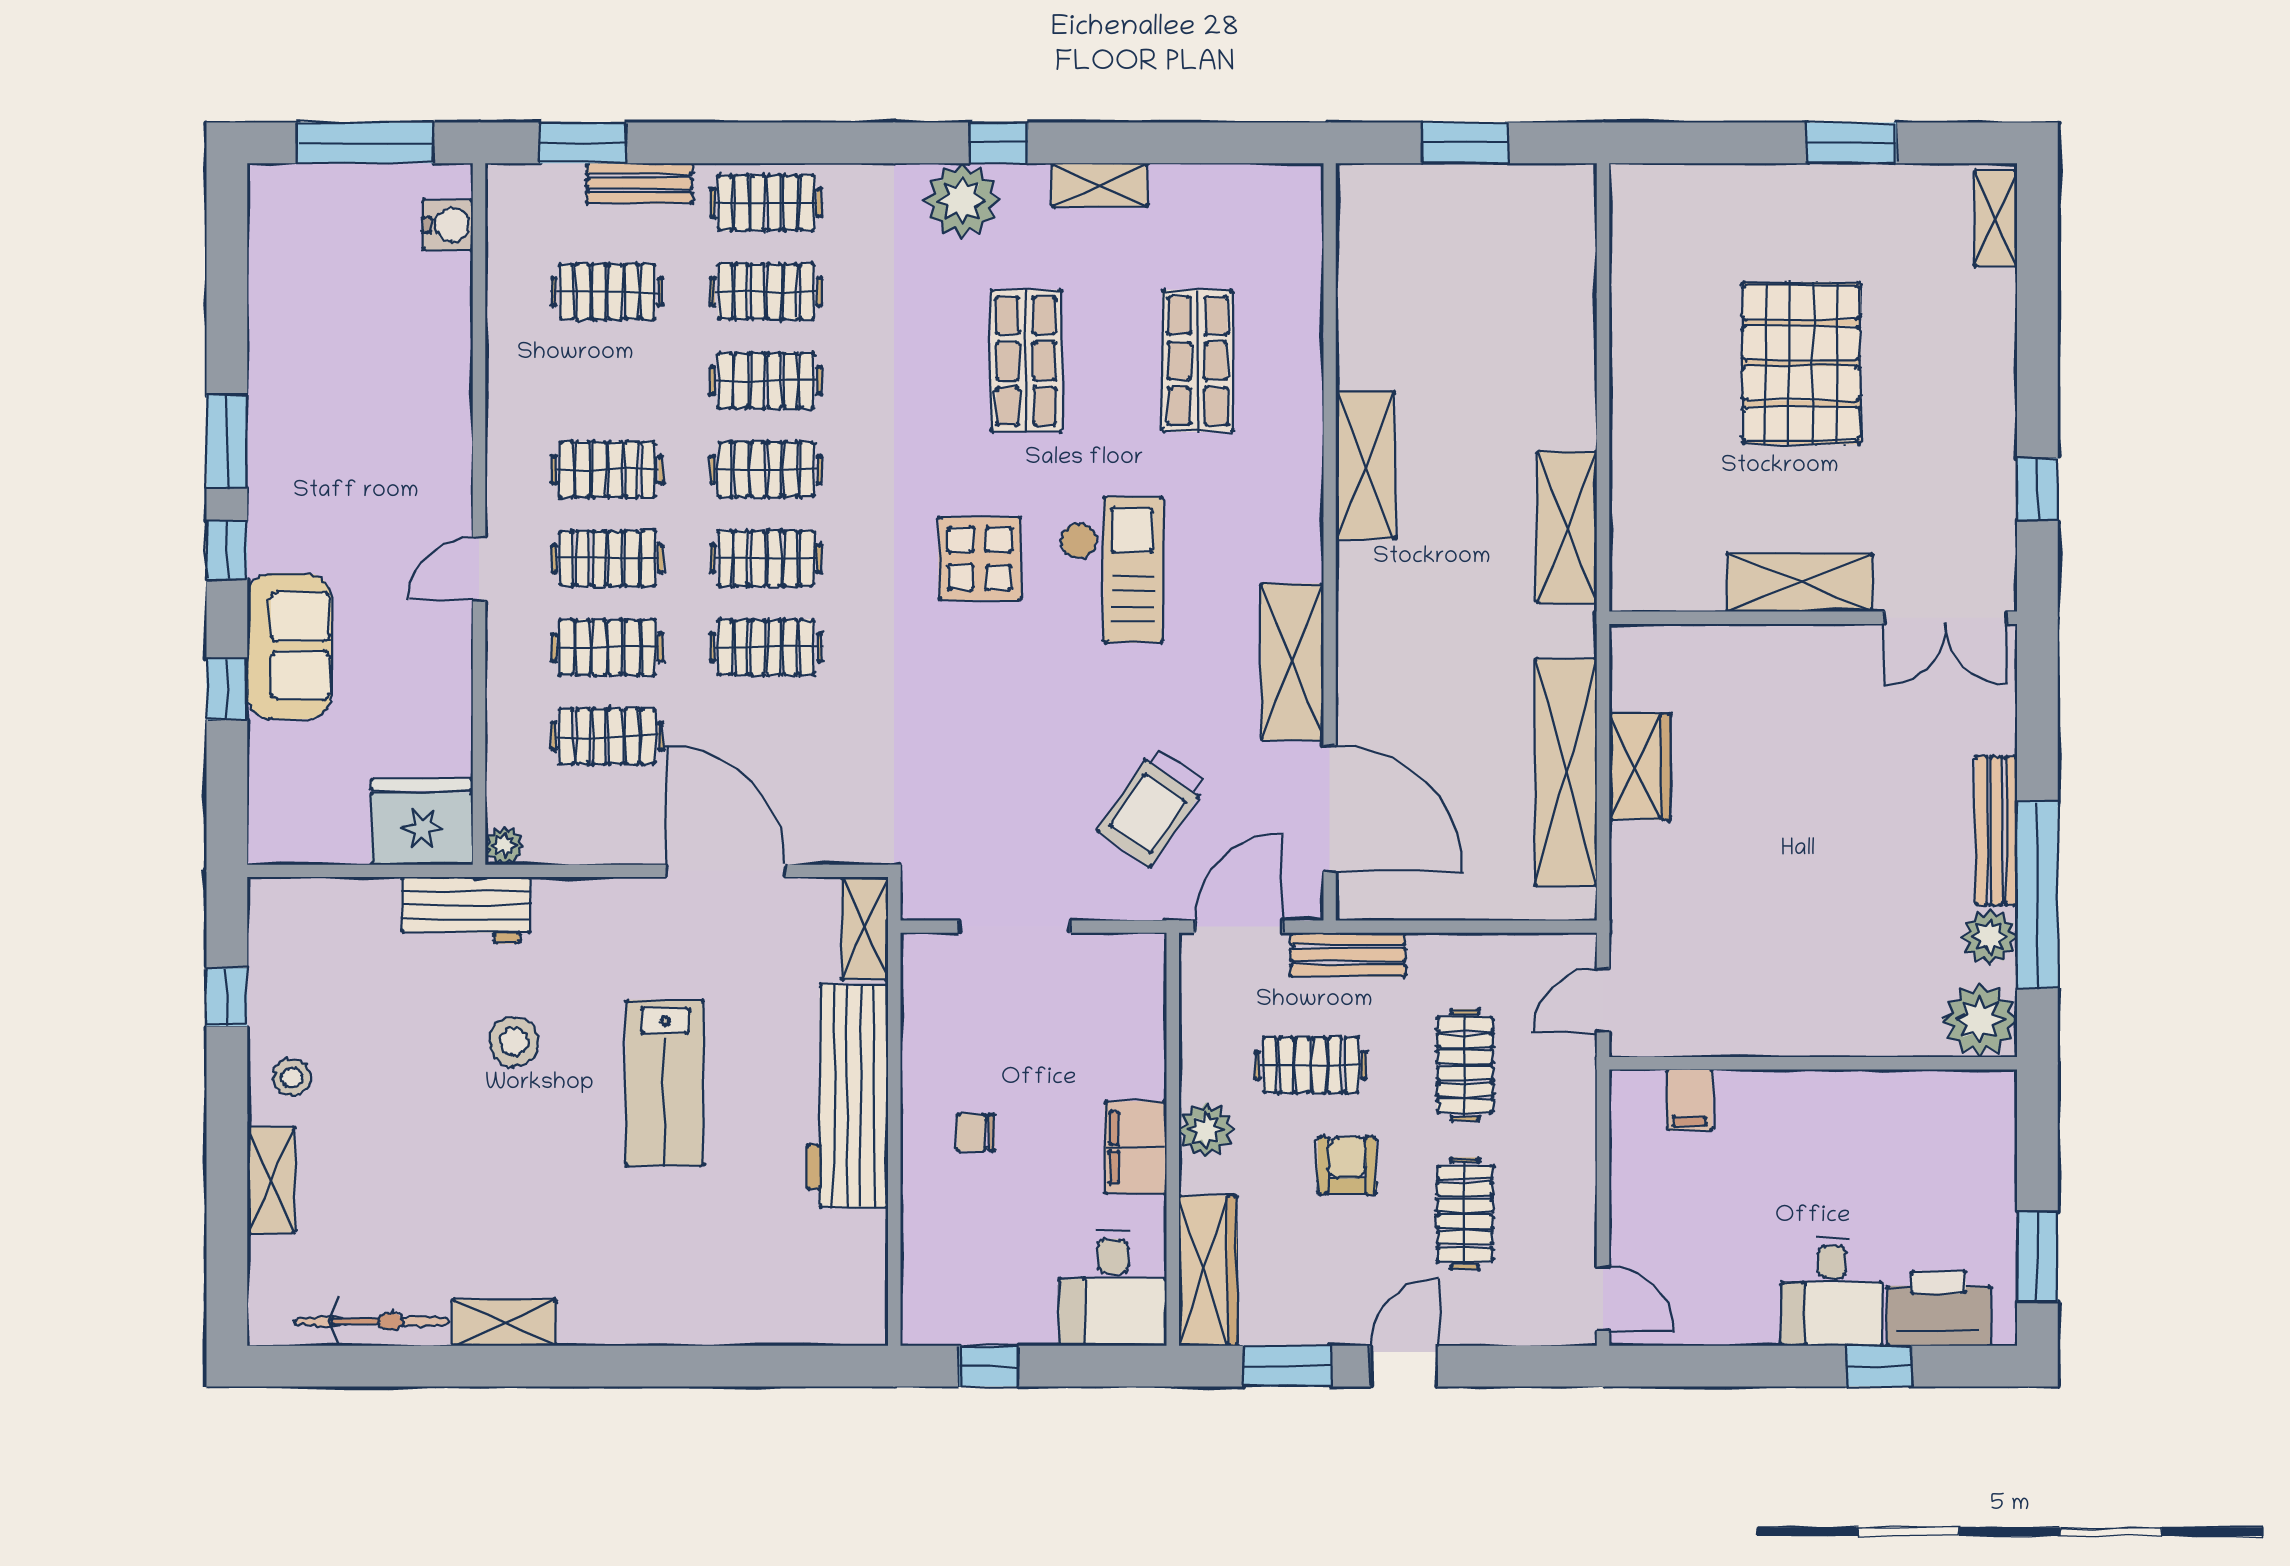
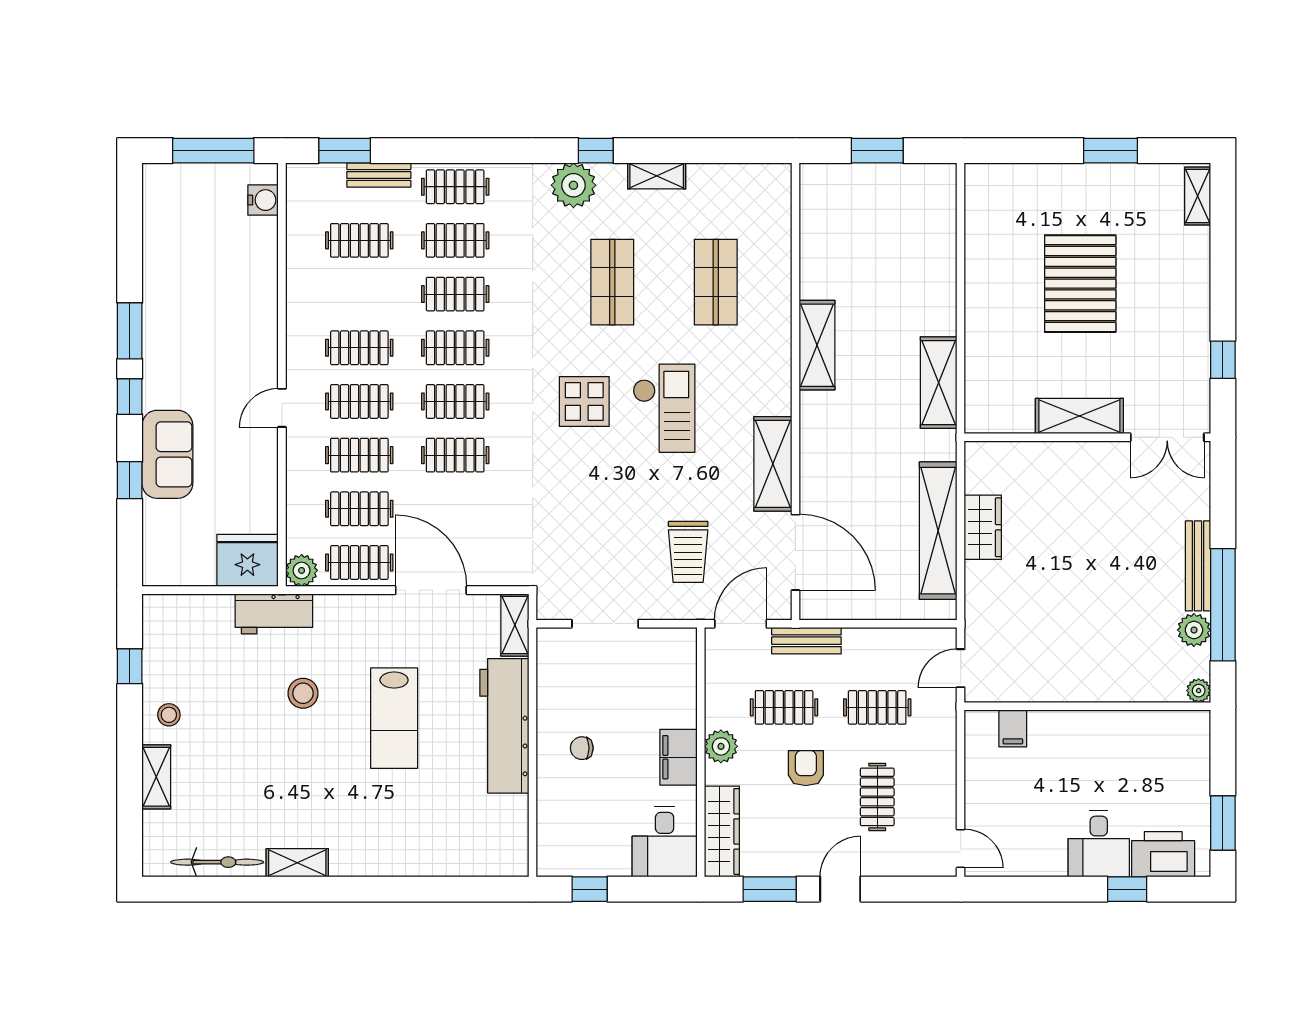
trolley: (1152, 808) -> (688, 552), turned -34
clothes rail: (607, 825) -> (359, 562), added
plant: (504, 846) -> (302, 570), width x1.38, depth x1.38
plant: (1980, 1020) -> (1199, 691), width x0.53, depth x0.53
clothes rail: (1465, 1065) -> (877, 707), turned 90

